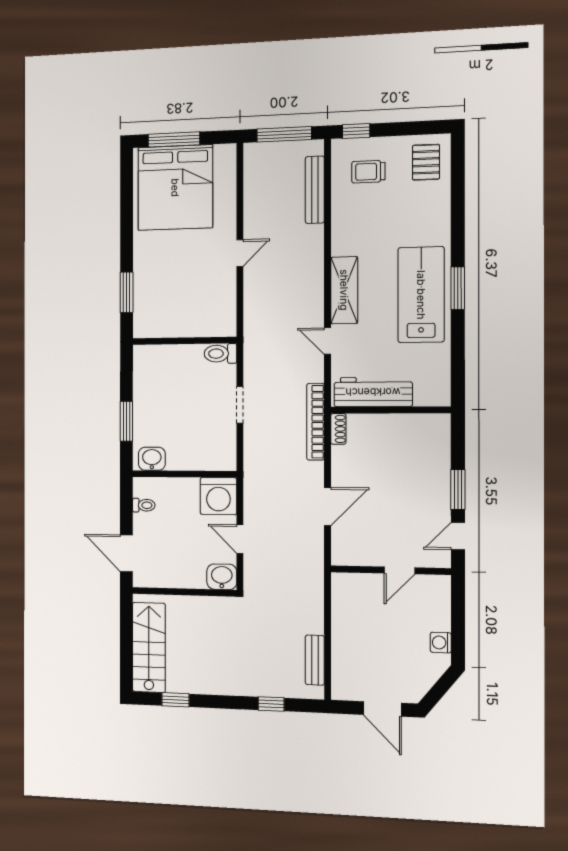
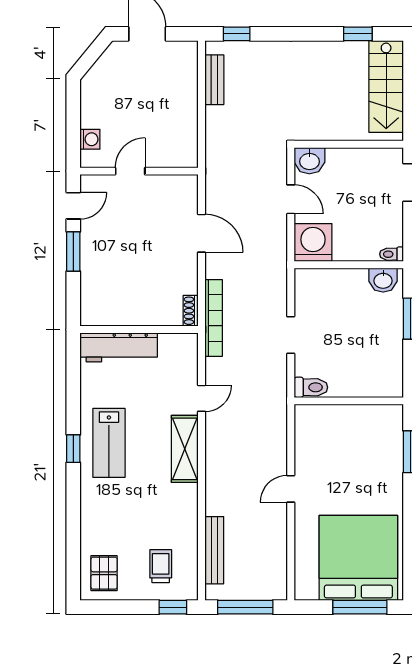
trolley: (368, 172) -> (161, 566), turned -90
window: (458, 288) -> (73, 449), width x0.67
lab bench: (421, 295) -> (109, 443), width x0.73, depth x0.72
door: (328, 341) -> (202, 398), hinge flipped
workbench: (373, 392) -> (119, 347), moved
toilet: (144, 505) -> (392, 254), moved
door: (328, 507) -> (202, 233), swing flipped
washing machine: (441, 643) -> (90, 139), moved
window: (271, 704) -> (237, 34), moved

